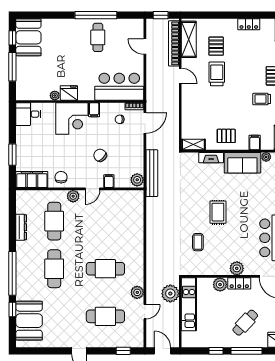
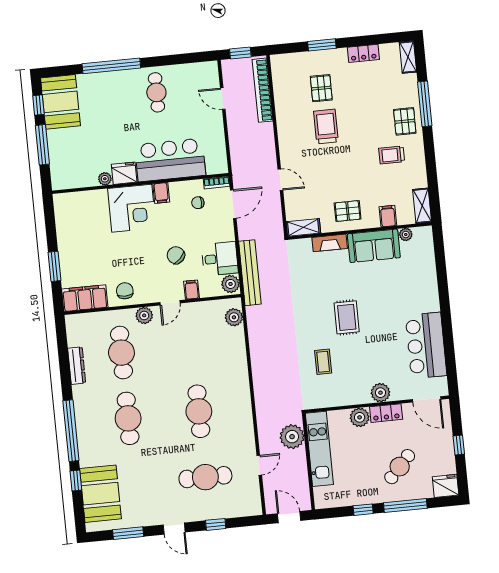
window: (96, 15) -> (111, 66), moved
window: (220, 15) -> (322, 45), added
shelving: (189, 39) -> (282, 83), removed
door: (180, 76) -> (280, 180), moved
bar counter: (119, 87) -> (170, 160), moved
desk: (28, 114) -> (220, 259), moved, turned 180
cafe table: (105, 269) -> (199, 411), turned 90
plant: (137, 292) -> (234, 317), moved
window: (46, 351) -> (128, 533), added
window: (123, 351) -> (216, 524), moved

